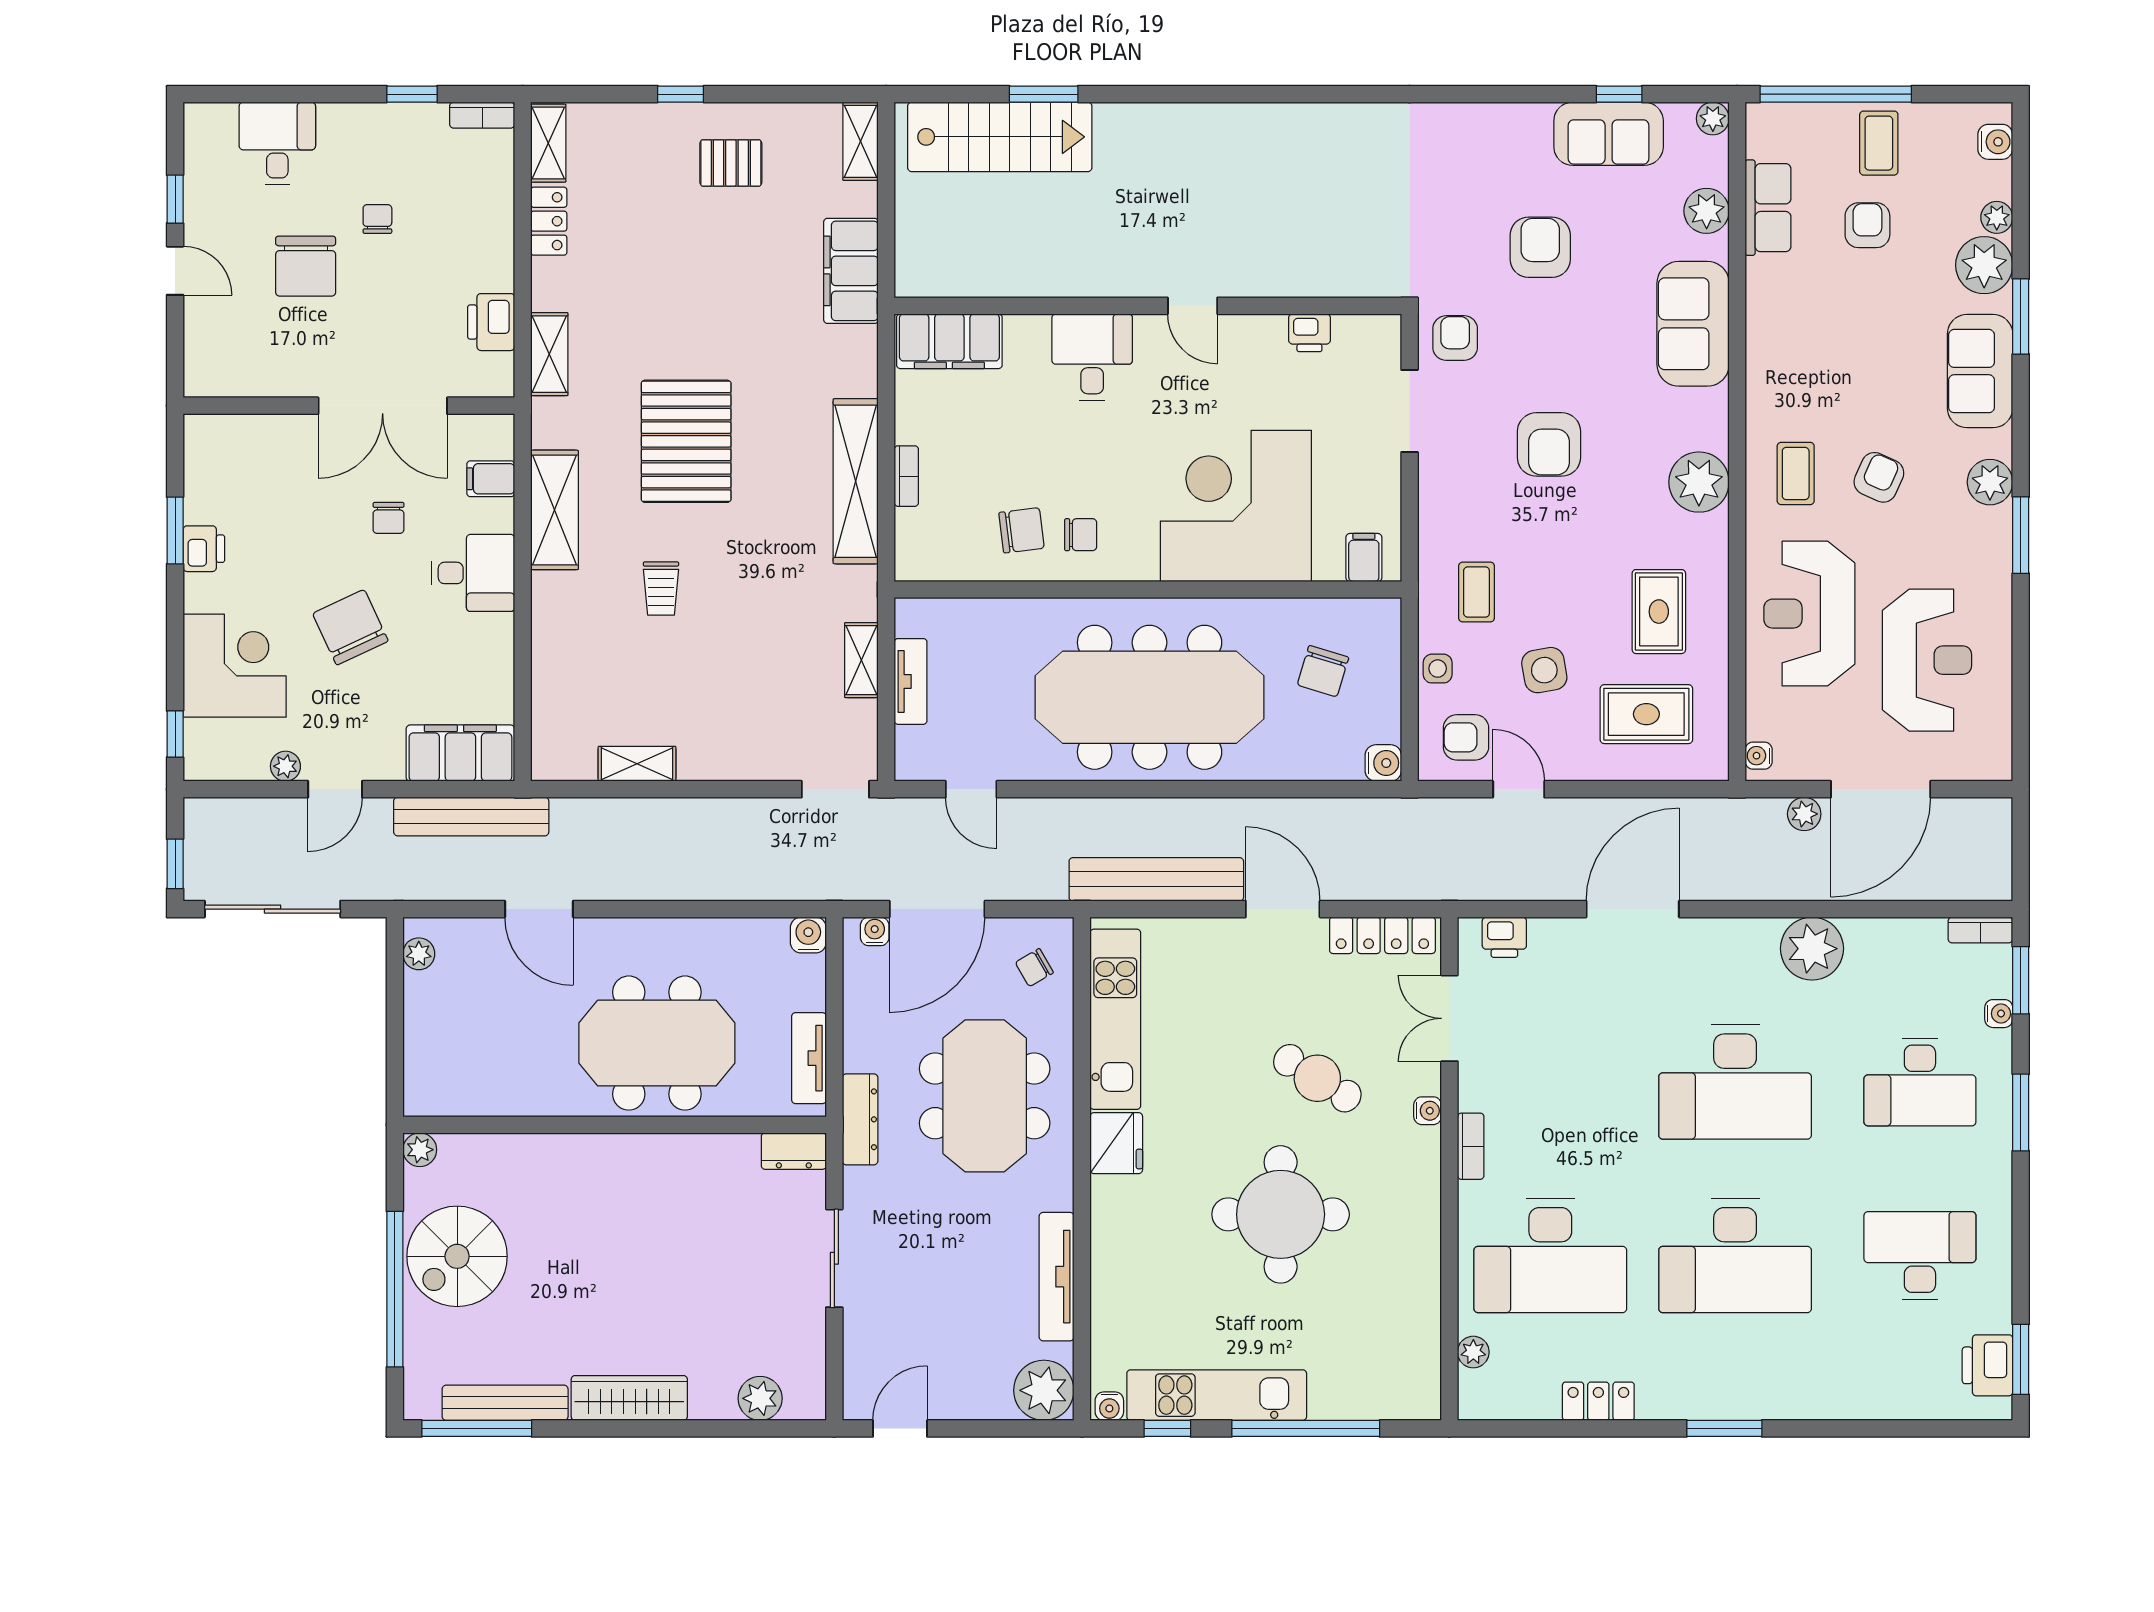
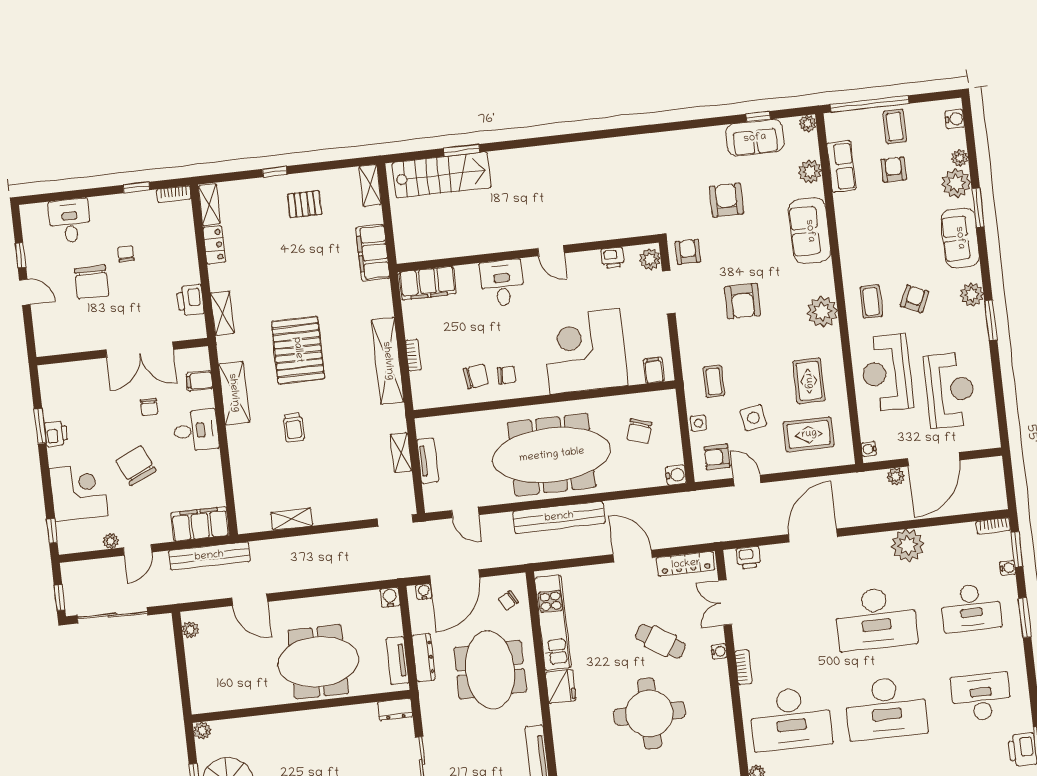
plant: (1381, 344) -> (650, 259), added
bench: (1156, 879) -> (559, 517), moved
dresser: (860, 1119) -> (424, 658), moved

